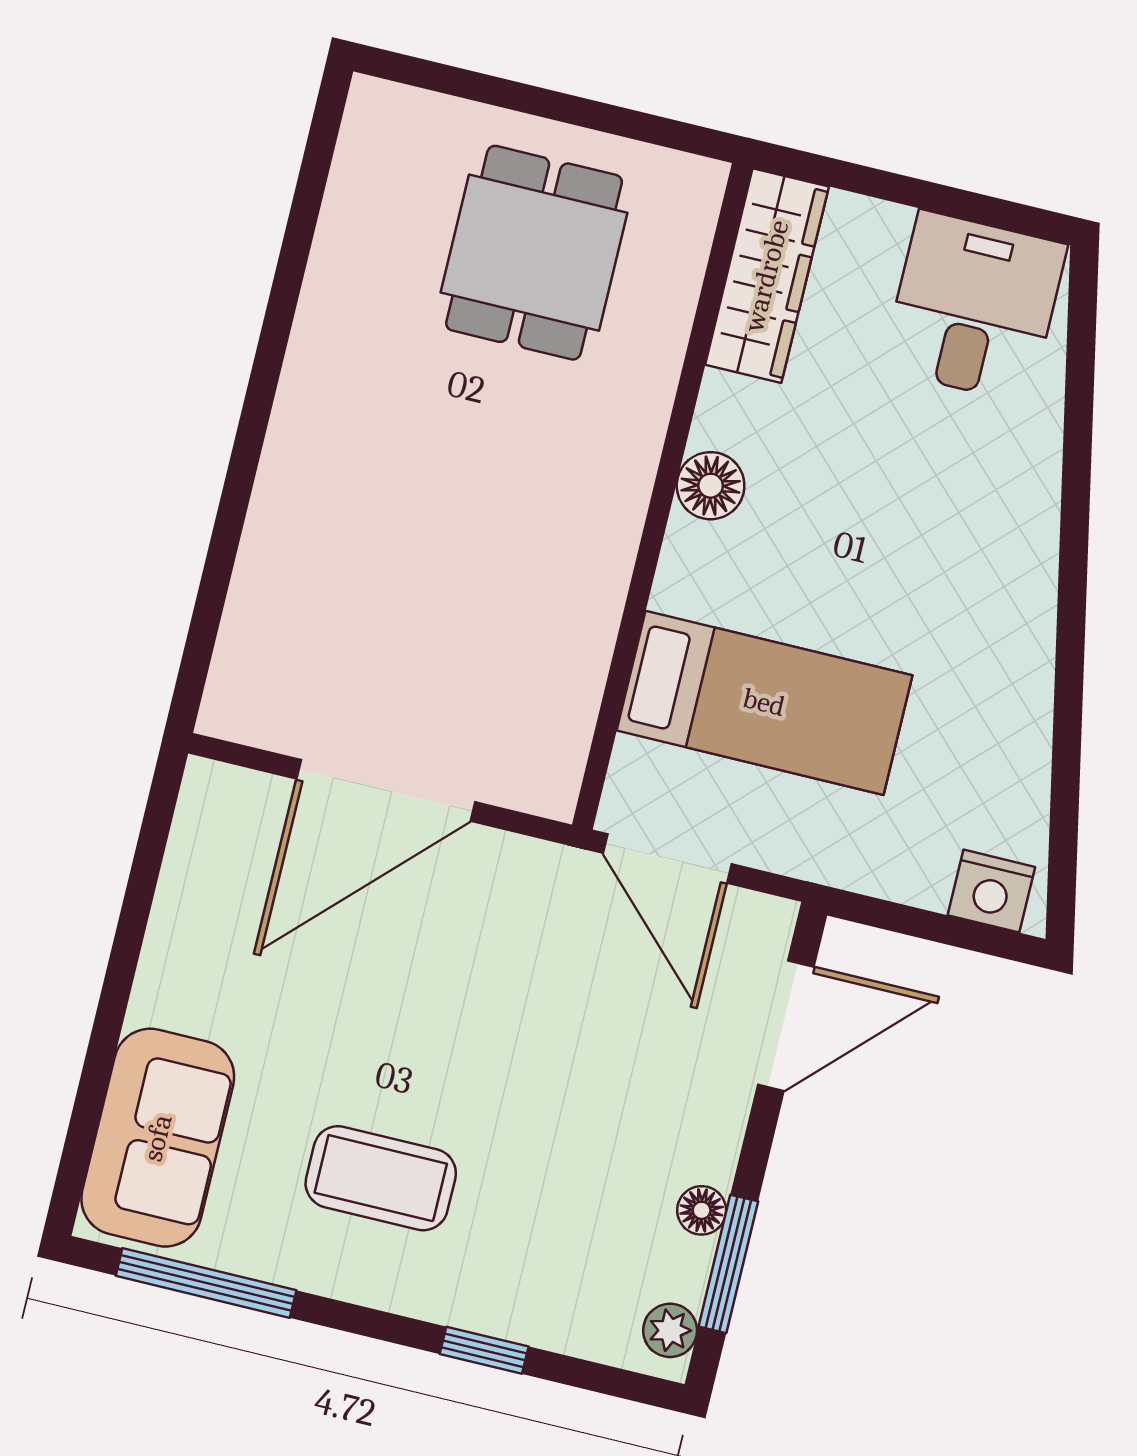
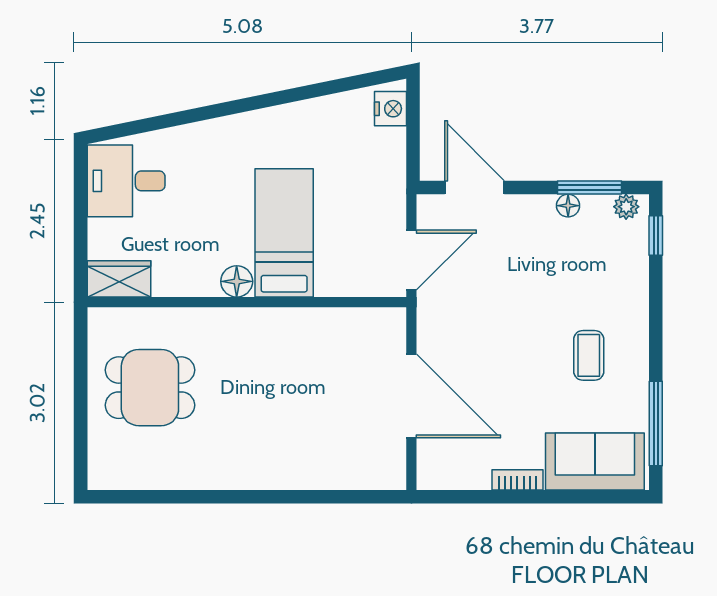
wardrobe: (767, 276) -> (119, 279), width x0.67
bed: (764, 703) -> (284, 233), moved
bookcase: (158, 968) -> (517, 480), added
coffee table: (381, 1178) -> (589, 355), width x0.73, depth x0.77
window: (484, 1350) -> (656, 235), moved

